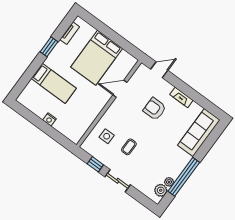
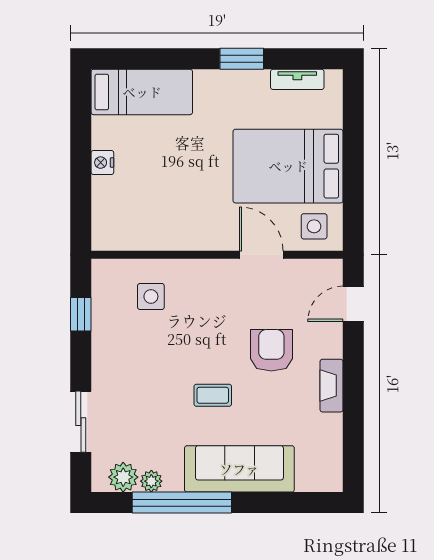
side table: (123, 64) -> (314, 226), added
door: (159, 70) -> (353, 304), swing flipped
bed: (54, 83) -> (142, 92), moved, turned -90
sofa: (199, 133) -> (239, 469), moved
coffee table: (129, 147) -> (213, 395), moved
sliding door: (118, 181) -> (81, 422), moved

